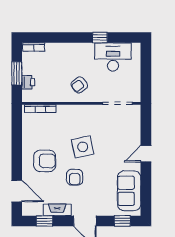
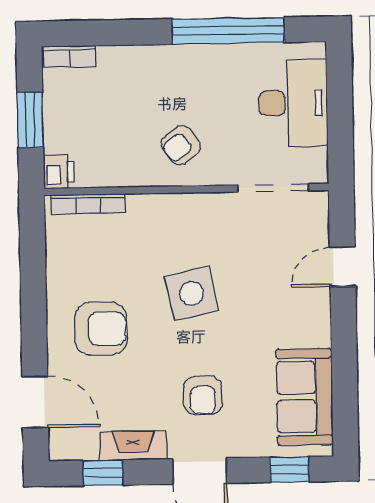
window: (100, 38) -> (228, 31), width x3.17
desk: (113, 57) -> (293, 103), moved, turned 90
printer: (28, 82) -> (59, 172), moved
door: (146, 154) -> (343, 267), moved
armchair: (75, 177) -> (203, 395), moved

